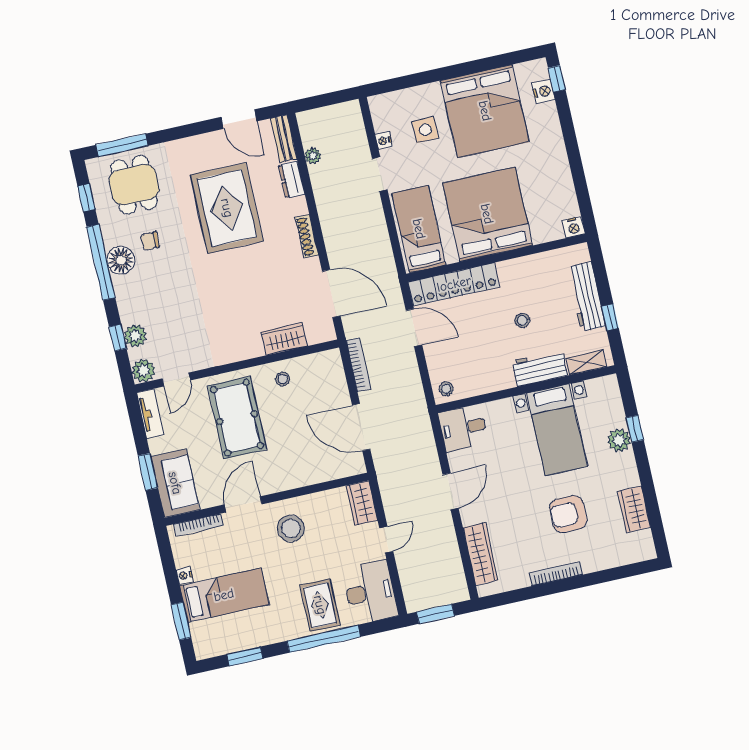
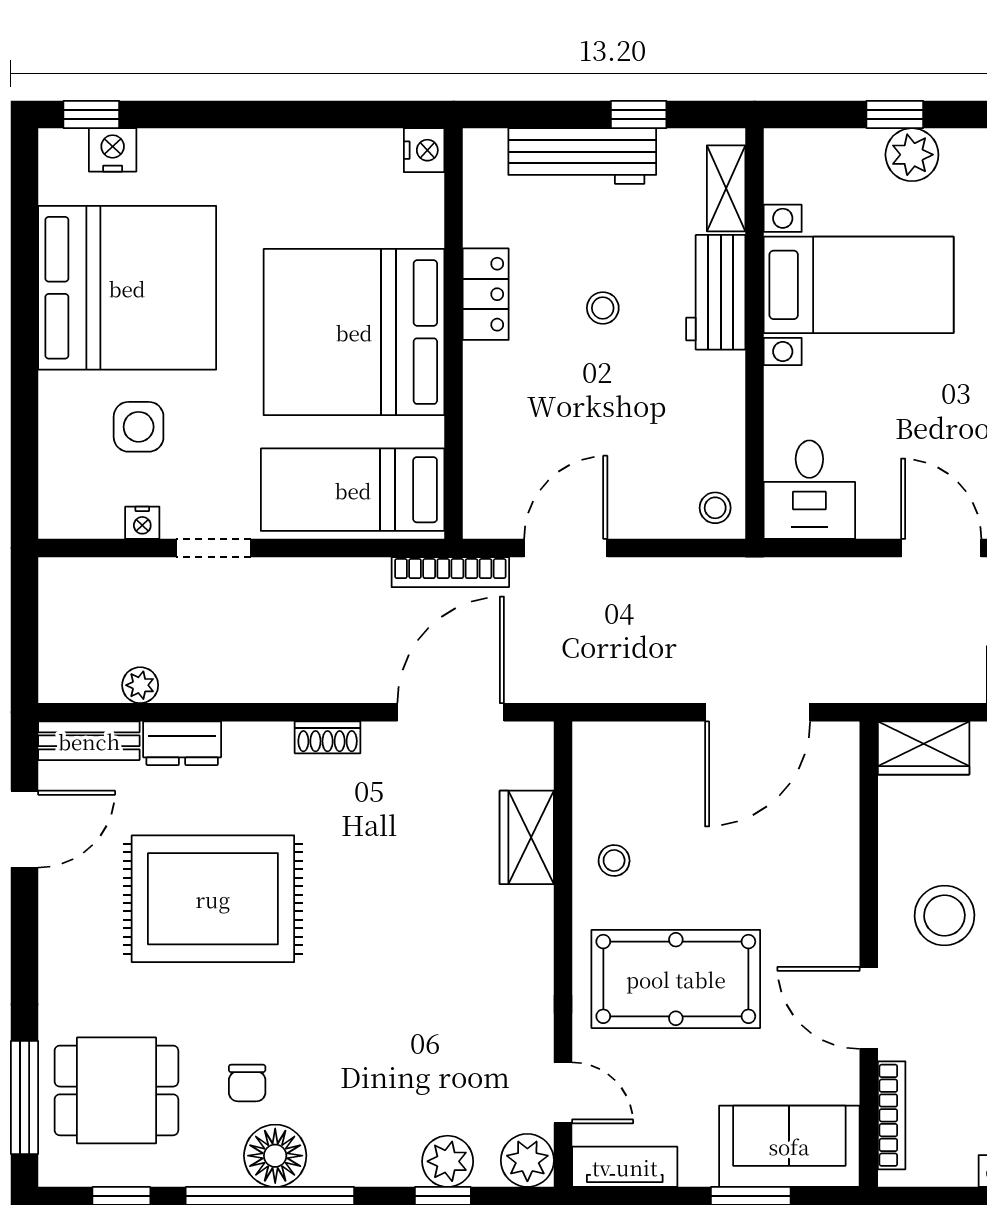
shoe rack: (307, 236) -> (328, 737), width x0.70
locker: (454, 284) -> (486, 294), moved, width x0.46, depth x0.83
bookcase: (358, 365) -> (450, 572), moved, turned 180

